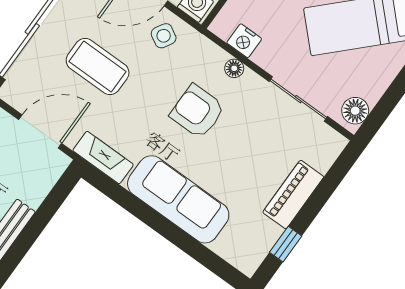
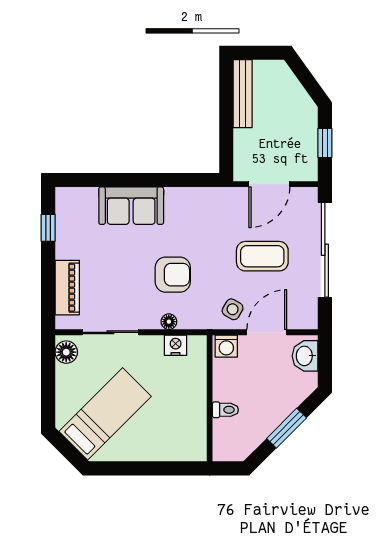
fireplace: (103, 158) -> (214, 197), removed
piano: (293, 195) -> (67, 288), moved
sofa: (178, 199) -> (131, 206), width x0.73

